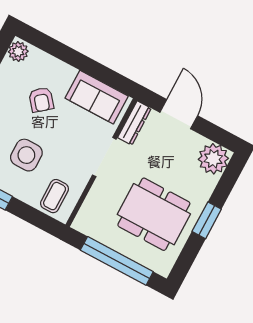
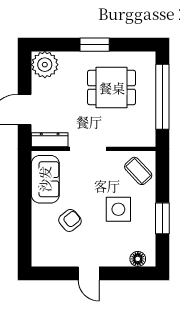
plant: (18, 52) -> (42, 258), removed
coffee table: (55, 196) -> (138, 171), turned 47
dining table: (154, 214) -> (112, 88), width x0.73

